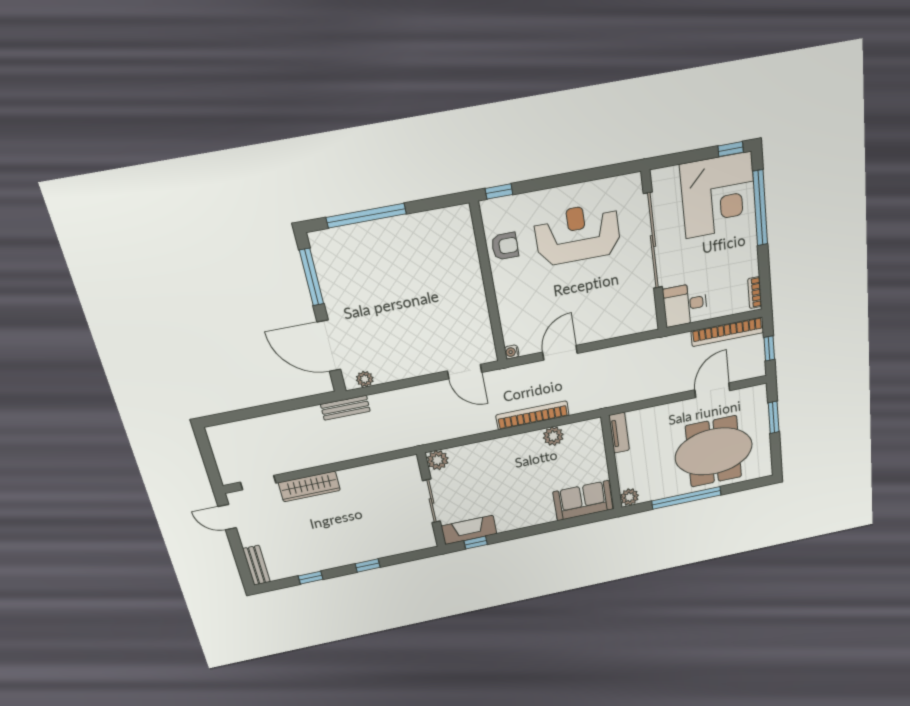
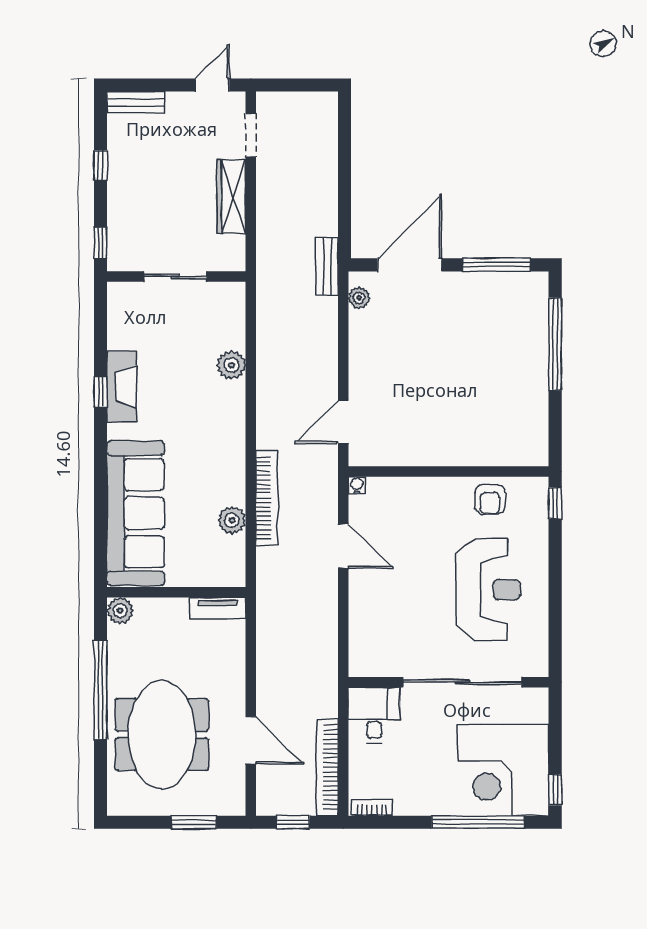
wall: (431, 500) -> (176, 276), moved
sliding door: (432, 501) -> (175, 276), moved
sofa: (583, 501) -> (136, 513), width x1.85, depth x1.27

